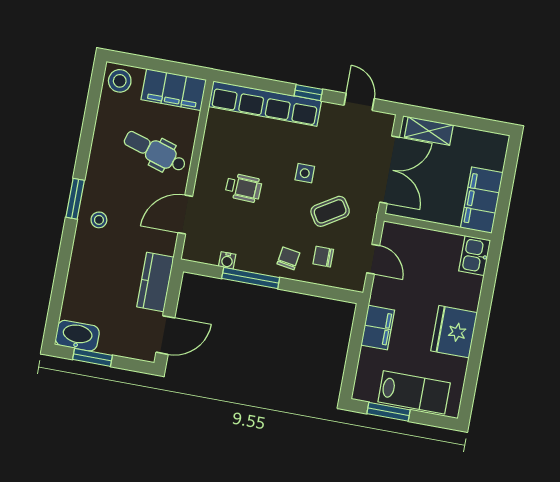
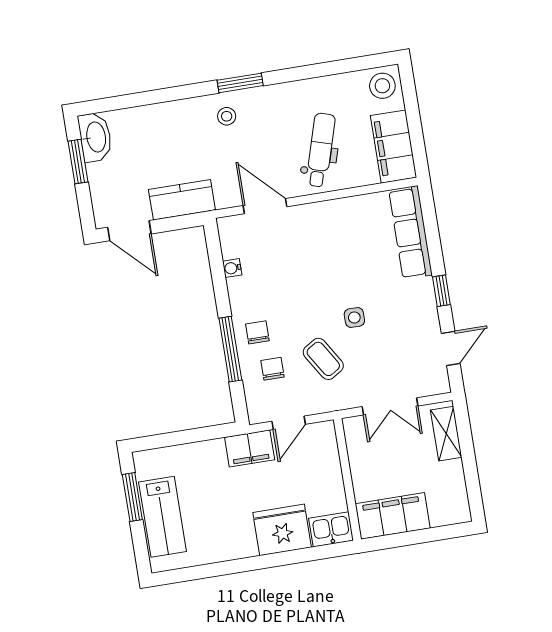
row of seats: (265, 104) -> (411, 233), width x0.73
double door: (389, 170) -> (390, 406), width x0.73
wheelchair: (243, 188) -> (316, 258), removed
chair: (288, 258) -> (257, 332), turned -99
window: (251, 278) -> (230, 349), moved
filing cabinet: (378, 328) -> (250, 448), moved
fridge: (454, 332) -> (282, 530), moved

